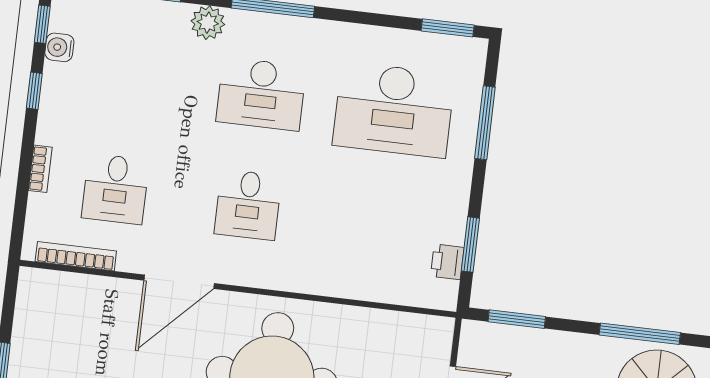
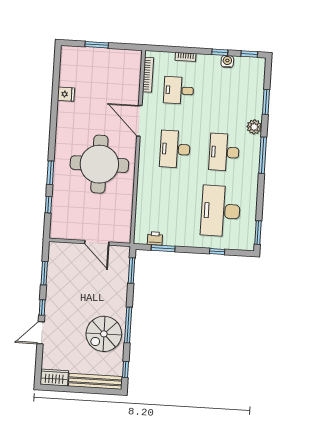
water cooler: (59, 47) -> (227, 61), moved
window: (485, 123) -> (217, 251), width x0.46
desk: (248, 205) -> (175, 149), width x1.37

